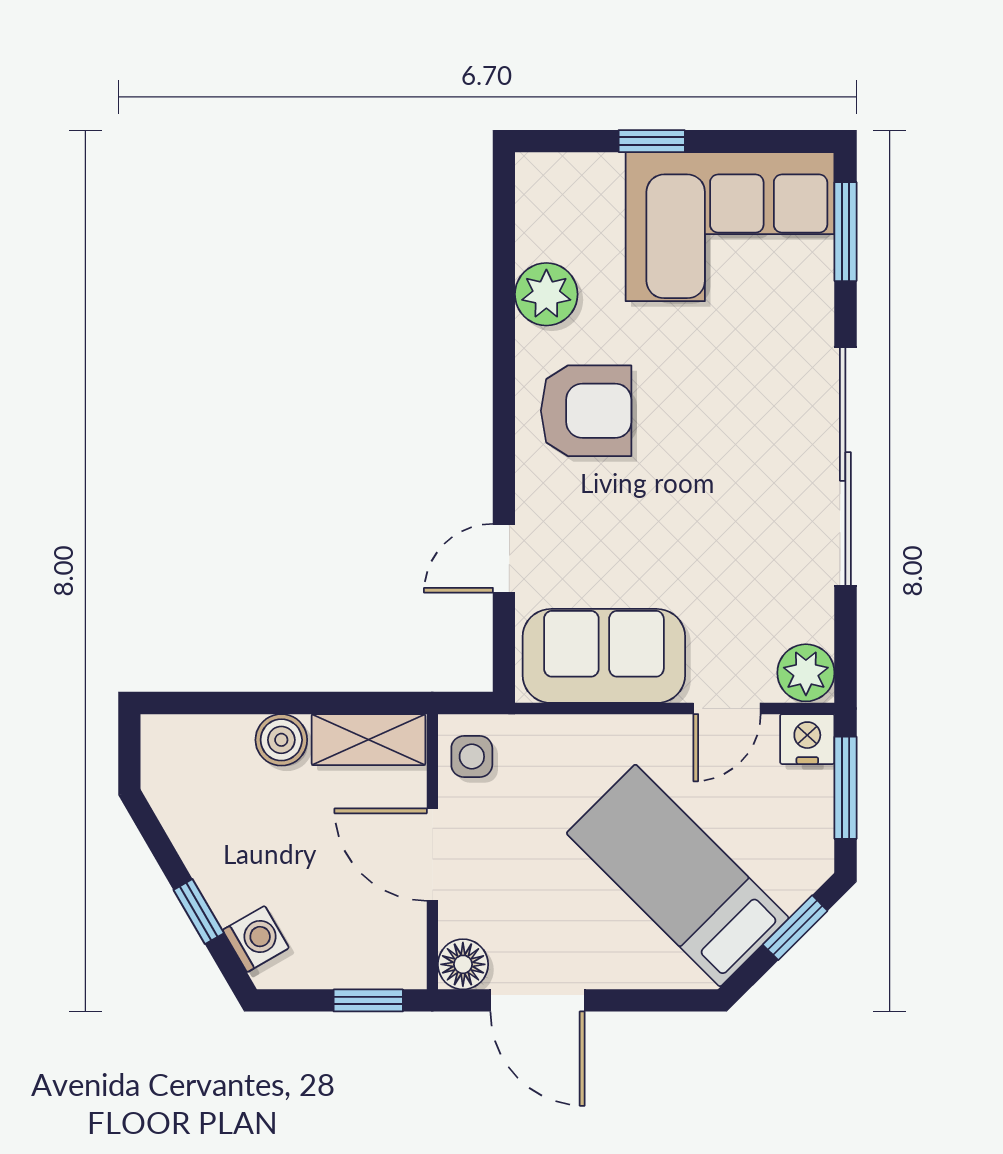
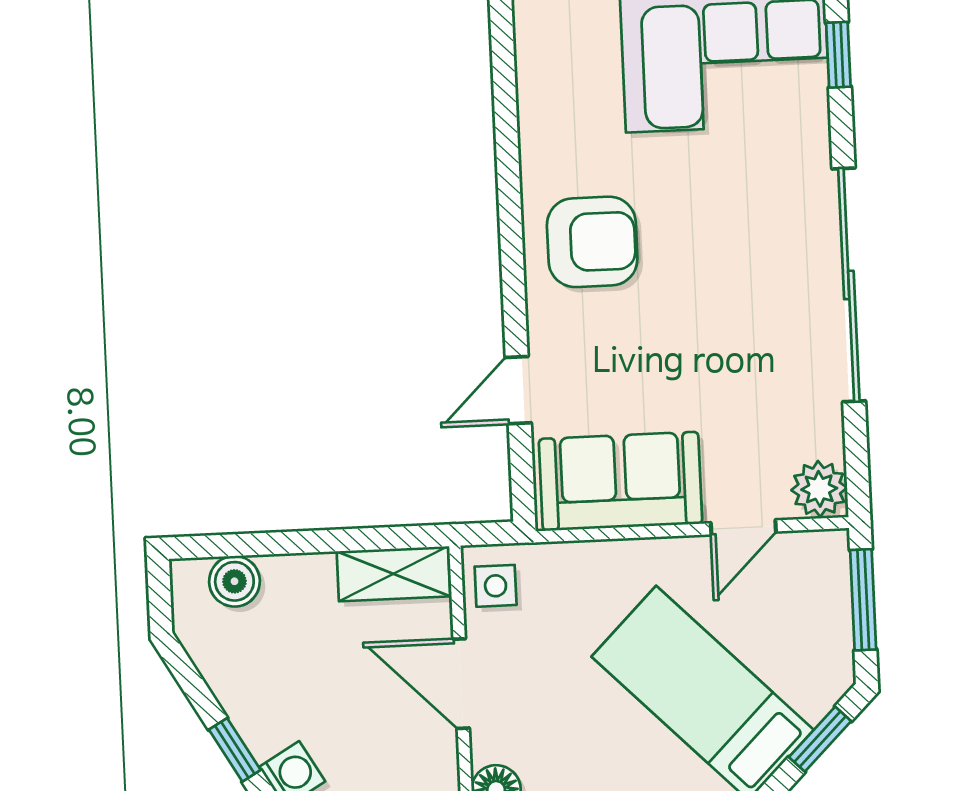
window: (845, 232) -> (838, 55), width x0.67
plant: (546, 294) -> (548, 129), removed
nightstand: (807, 739) -> (824, 554), removed
boiler: (281, 740) -> (234, 581), moved

